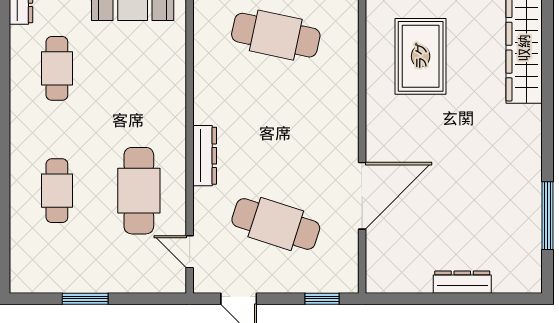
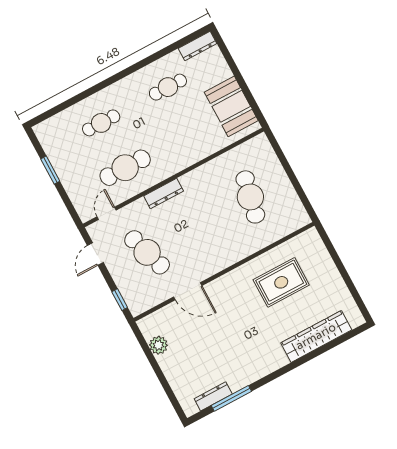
door: (362, 196) -> (188, 291), width x0.73
cafe table: (276, 224) -> (147, 252), turned -36
plant: (416, 278) -> (158, 345), added
dresser: (462, 282) -> (213, 396), moved, turned -90

